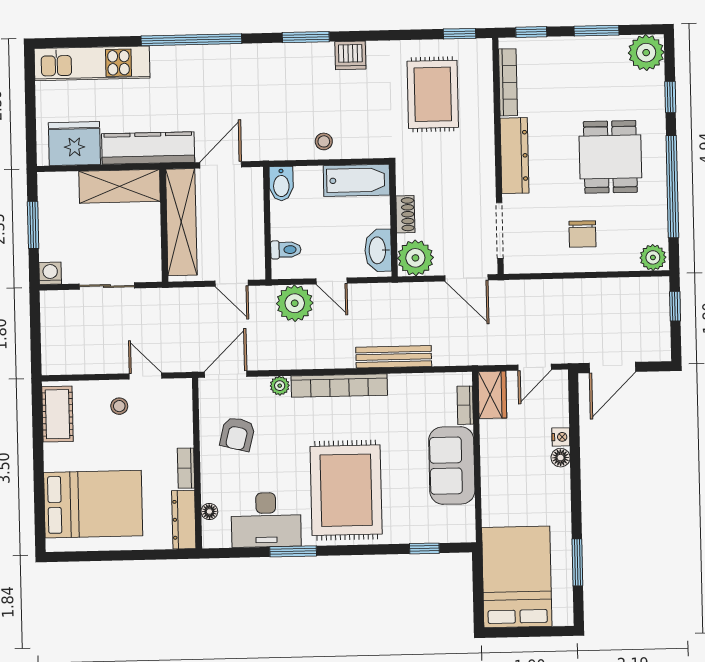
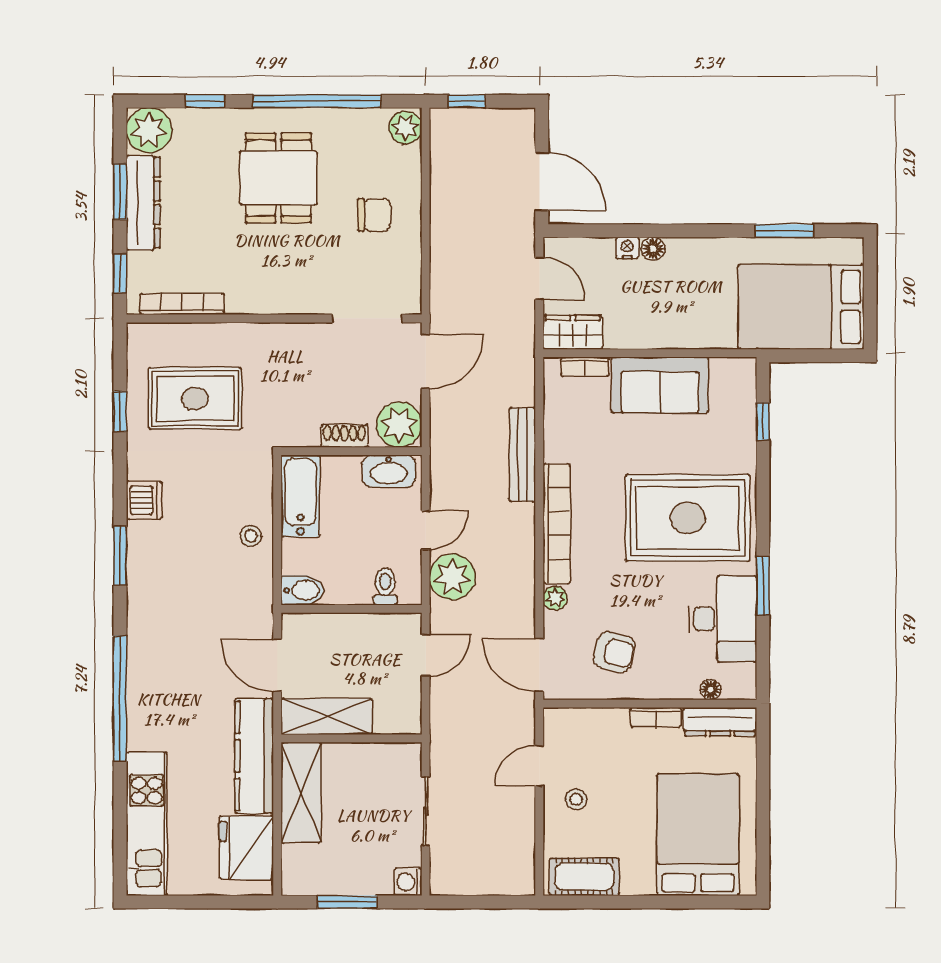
window: (460, 34) -> (120, 412), moved
dresser: (514, 156) -> (143, 203), moved, turned 90
dining table: (610, 157) -> (278, 178), turned 90
shelving: (181, 222) -> (327, 716), width x0.68

